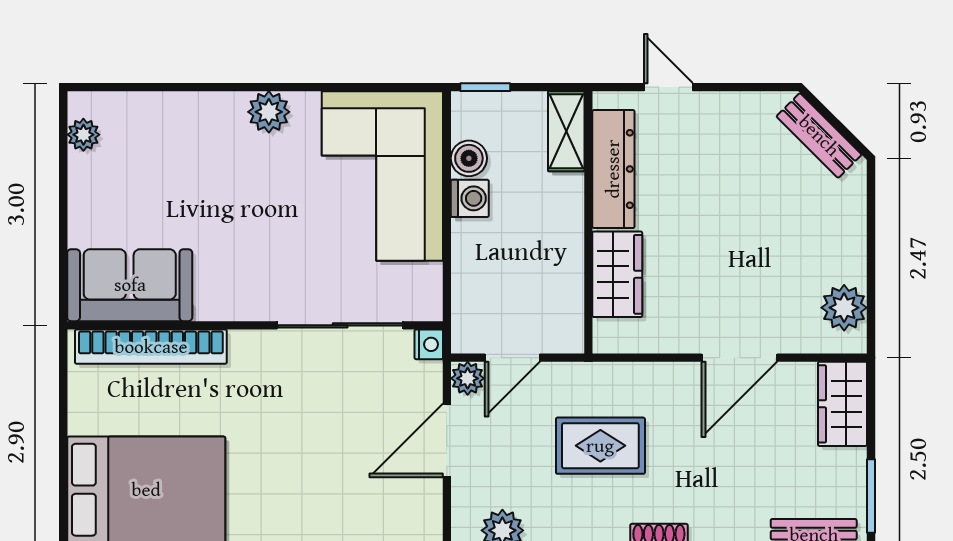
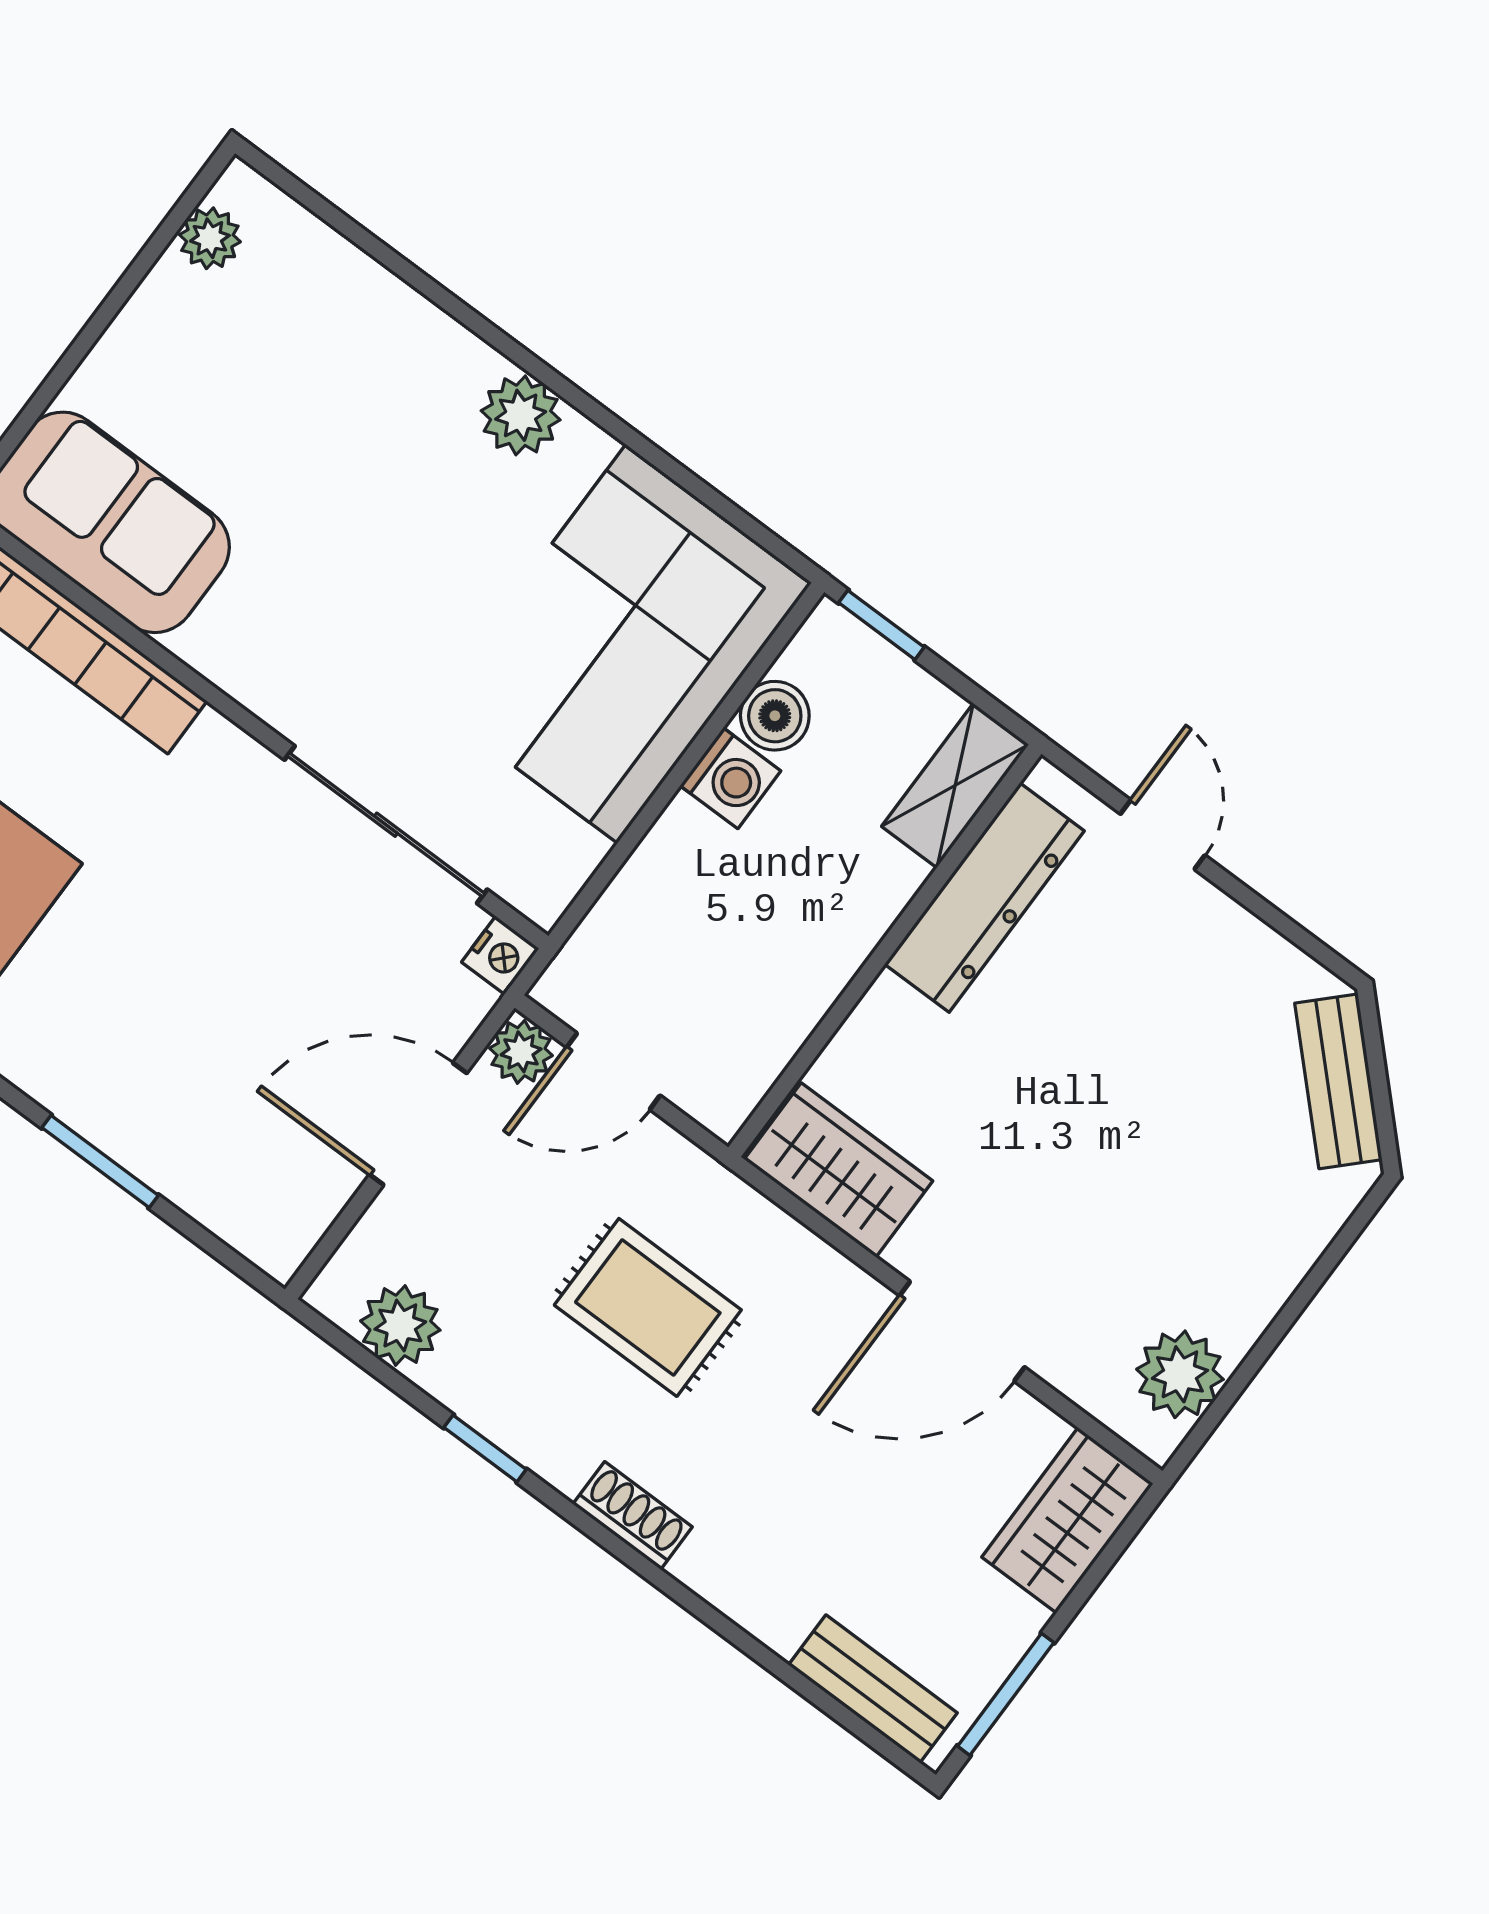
wardrobe: (617, 274) -> (838, 1170), moved, turned -90

